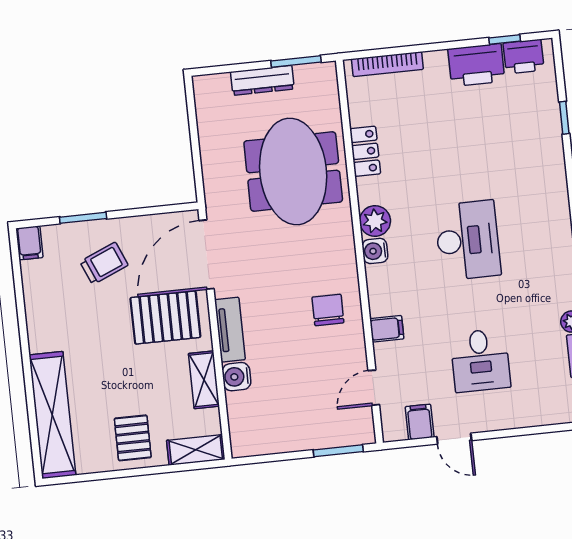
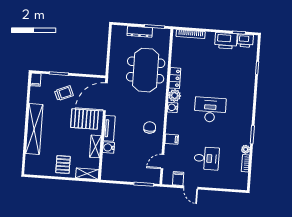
locker: (365, 151) -> (175, 78), moved
desk: (468, 240) -> (210, 110), turned -90
desk: (480, 360) -> (207, 158), turned -90
shelving: (52, 415) -> (34, 129), moved

